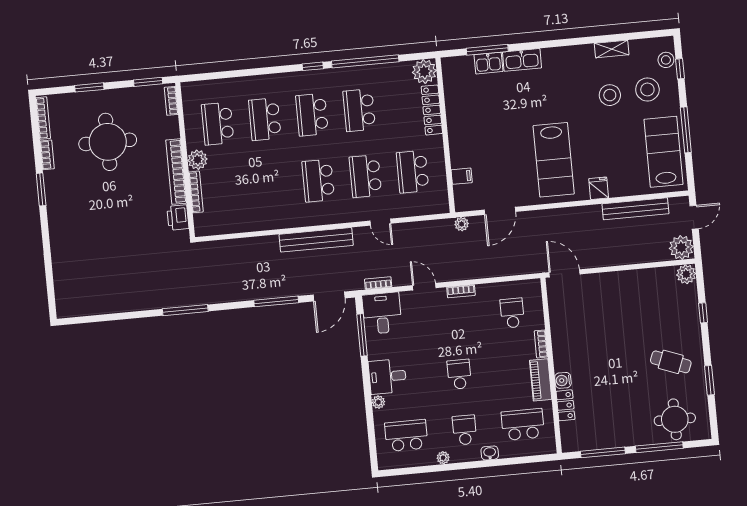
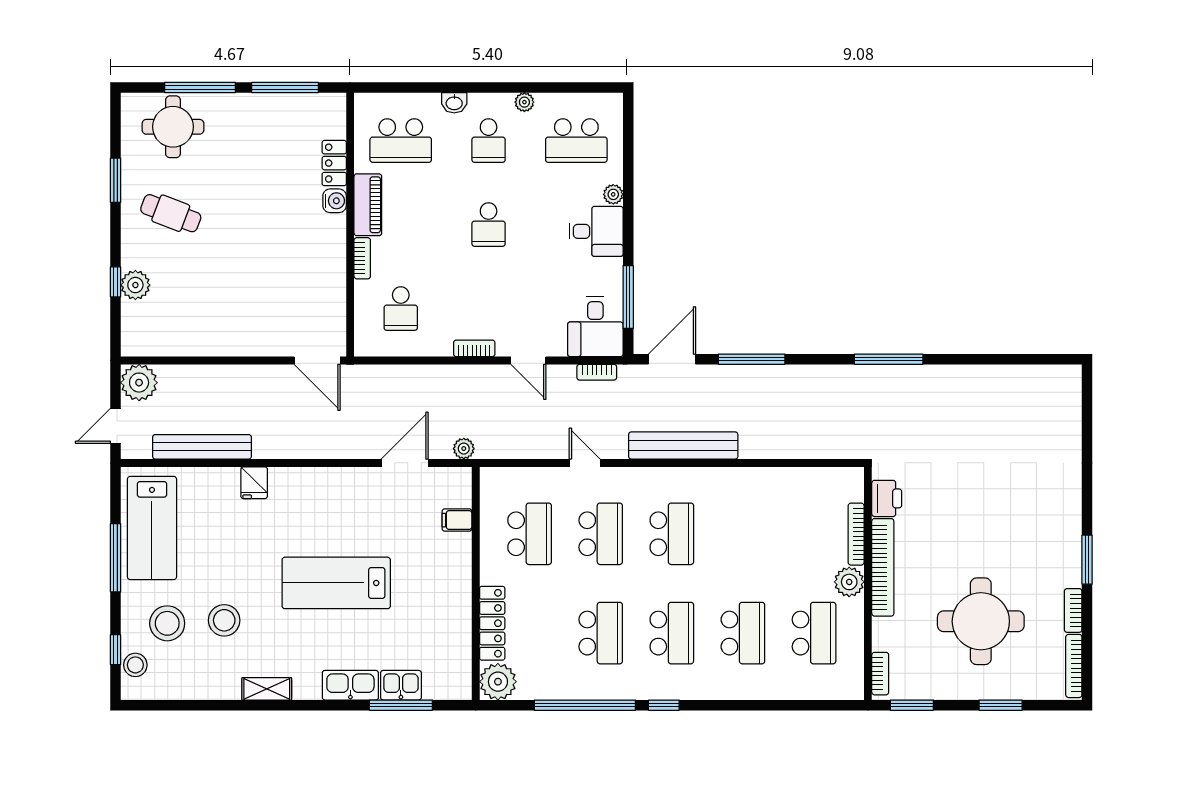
shelving: (612, 49) -> (267, 689), moved
lab bench: (554, 160) -> (336, 583), moved, turned -90
plant: (686, 274) -> (135, 285), moved

